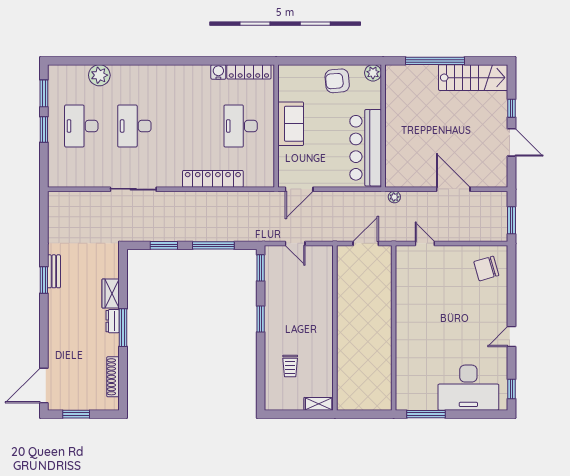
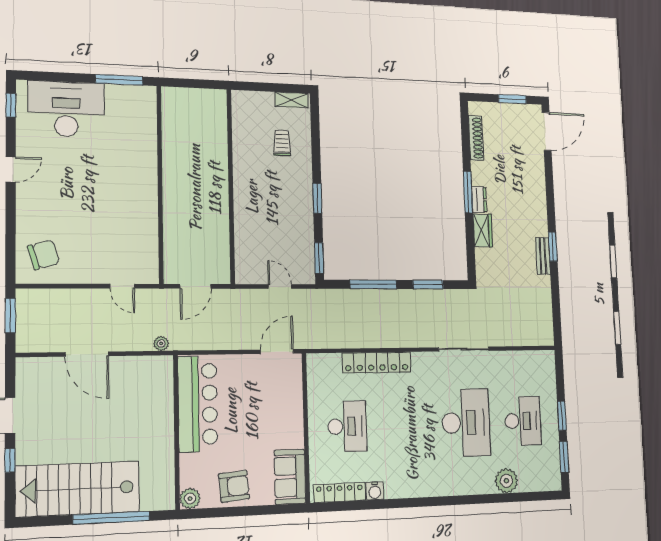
stairs: (473, 78) -> (78, 489), width x1.36, depth x1.51
sofa: (291, 124) -> (290, 477), moved
desk: (134, 126) -> (466, 423), width x1.36, depth x1.30
shelving: (319, 404) -> (291, 100), moved

